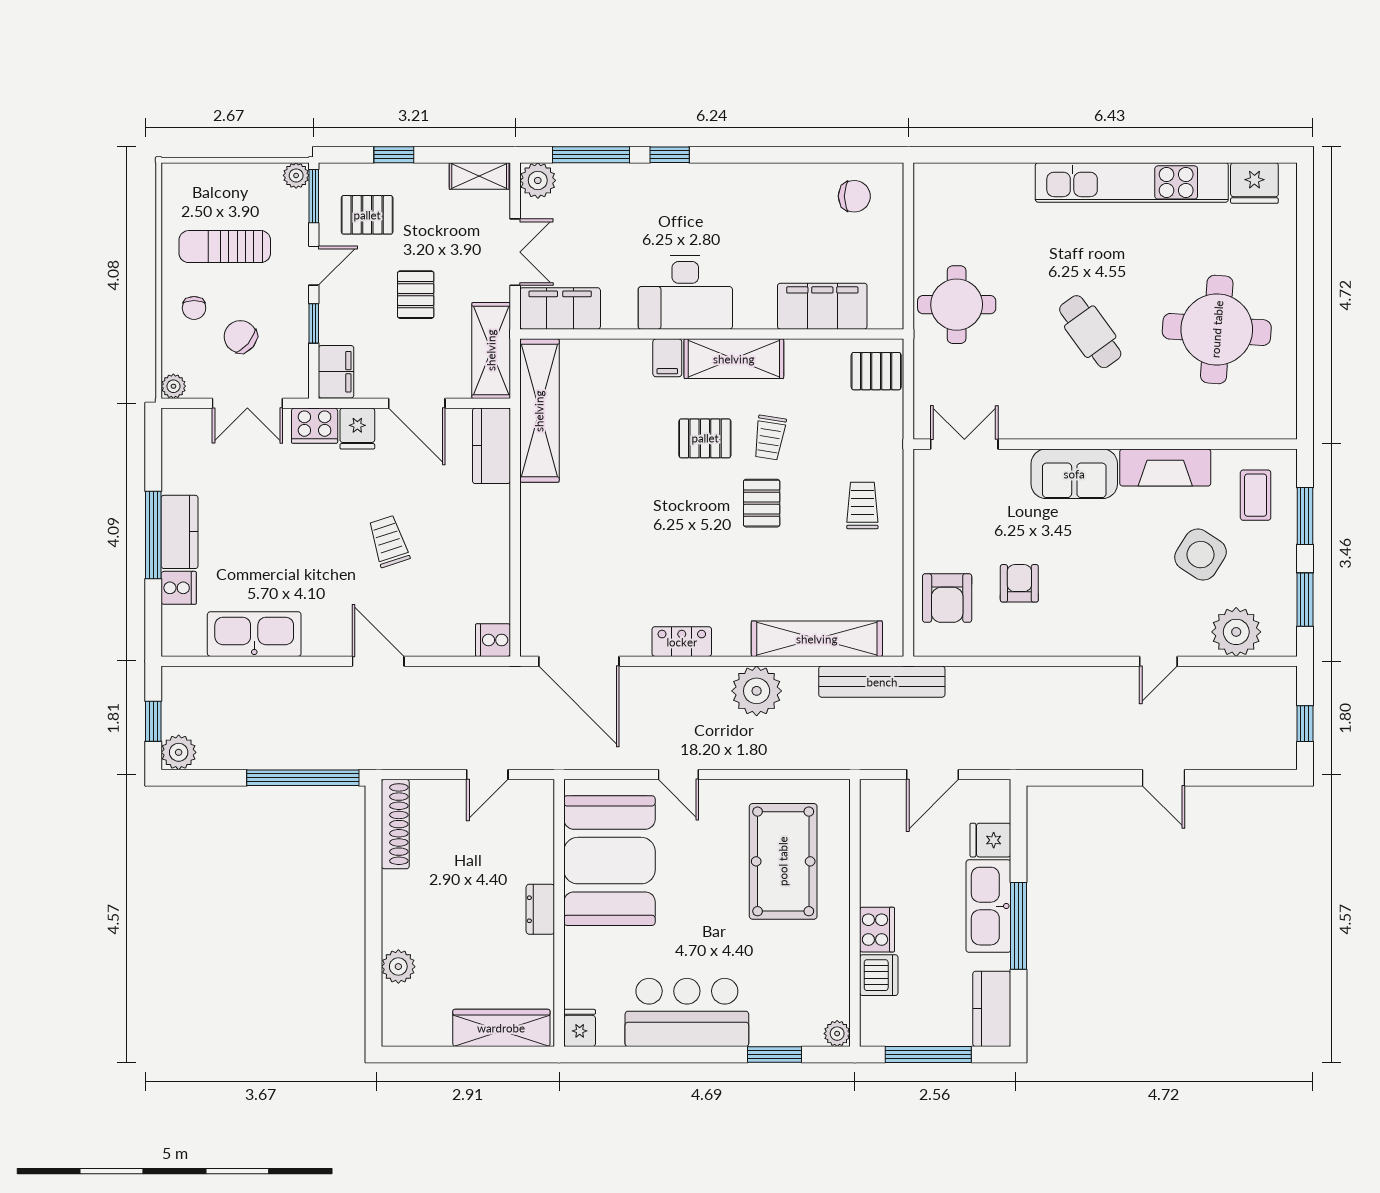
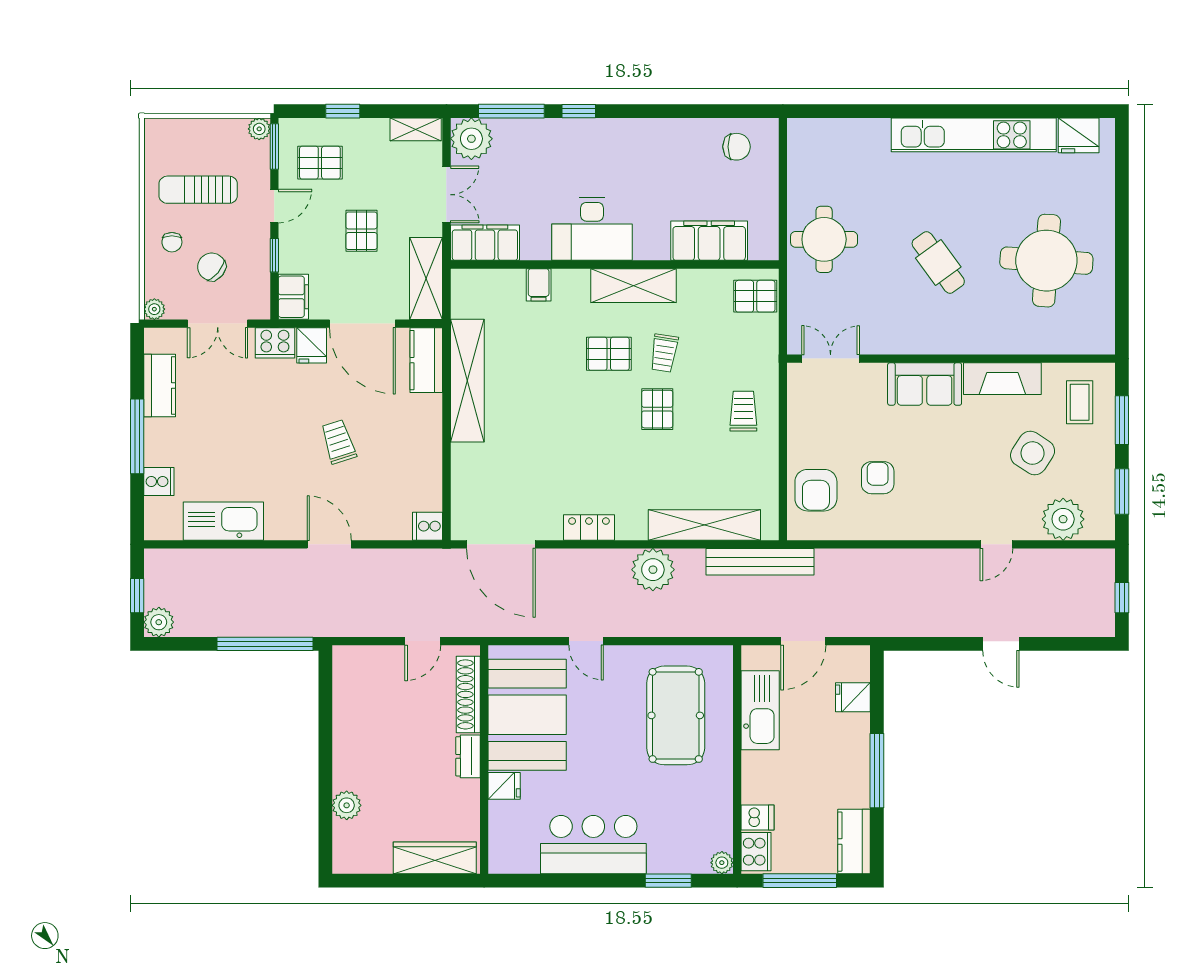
plant: (538, 180) -> (471, 139), width x1.36, depth x1.36
filing cabinet: (667, 358) -> (539, 285), moved
door: (417, 403) -> (362, 324), width x1.36
shelving: (539, 411) -> (467, 381), moved
kitchen counter: (180, 532) -> (160, 386), moved
shoe rack: (395, 824) -> (468, 694), moved, turned 180
kitchen sink: (988, 906) -> (760, 710), moved, turned 180
cooker: (877, 930) -> (756, 852), moved
dishwasher: (879, 975) -> (757, 817), width x0.73
fridge: (580, 1028) -> (504, 786), moved, turned 90

